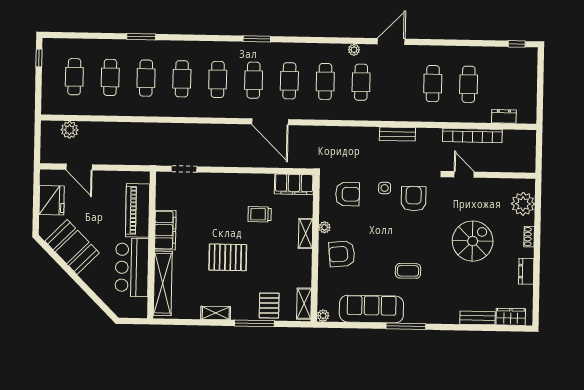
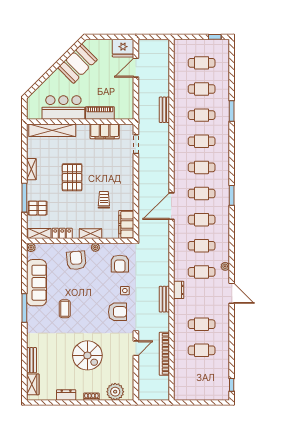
dresser: (504, 116) -> (179, 290), moved
bench: (138, 129) -> (164, 110), added
plant: (70, 130) -> (163, 60), removed
fridge: (52, 200) -> (123, 48), moved
piano: (138, 210) -> (100, 113), width x0.73, depth x0.75
filing cabinet: (165, 230) -> (105, 131), moved
locker: (304, 272) -> (62, 233), added

